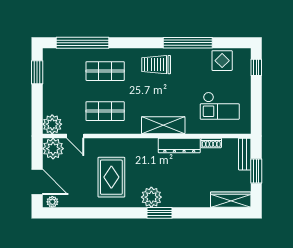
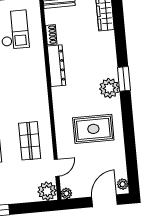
shelving: (163, 125) -> (38, 83), removed
plant: (53, 149) -> (66, 193), width x0.53, depth x0.53

